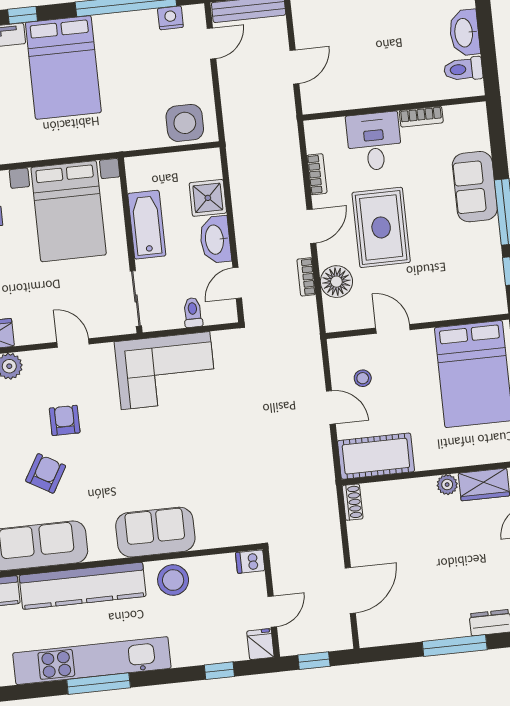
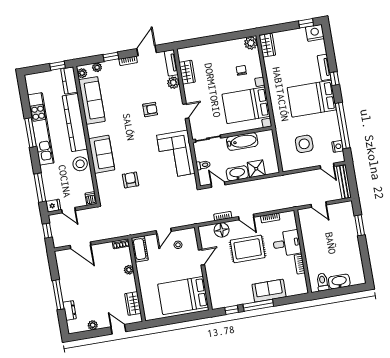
side table: (185, 123) -> (304, 144), moved
cot: (376, 456) -> (140, 249), width x0.73, depth x0.75
armchair: (46, 473) -> (131, 180), moved, turned -120
plant: (447, 485) -> (129, 270), moved
window: (219, 671) -> (40, 188), width x2.17

